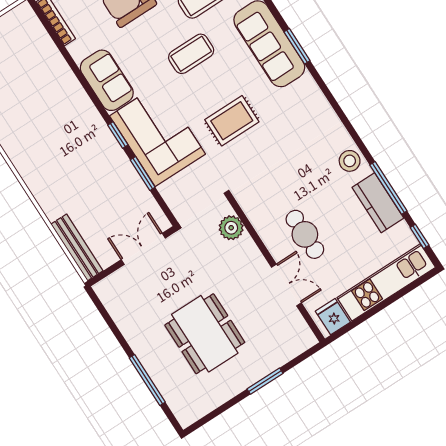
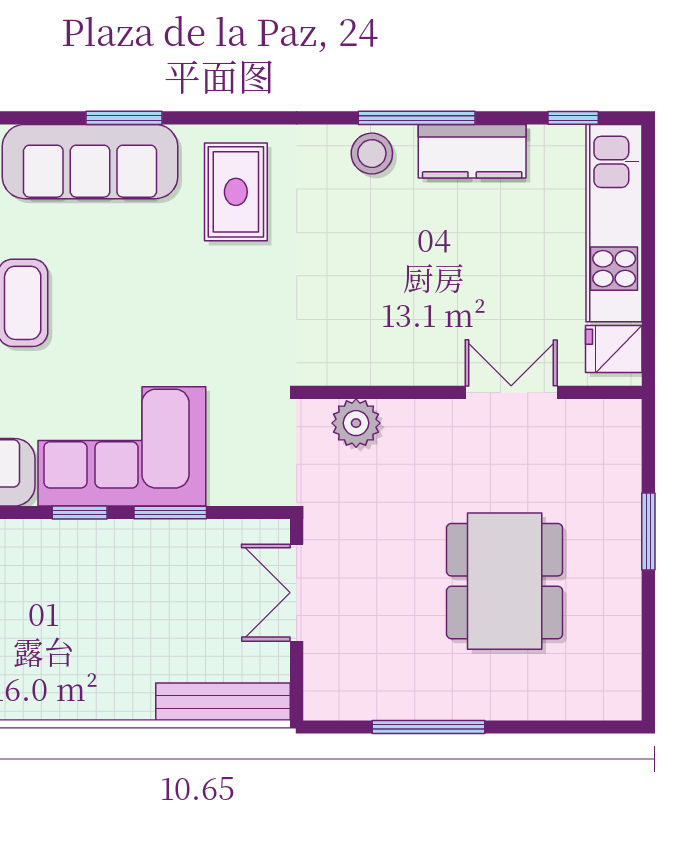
rug: (232, 121) -> (236, 192), moved
window: (388, 188) -> (417, 118), moved
cafe table: (305, 234) -> (446, 307), removed
dining table: (205, 334) -> (505, 581), turned 90
window: (147, 380) -> (429, 727), moved

